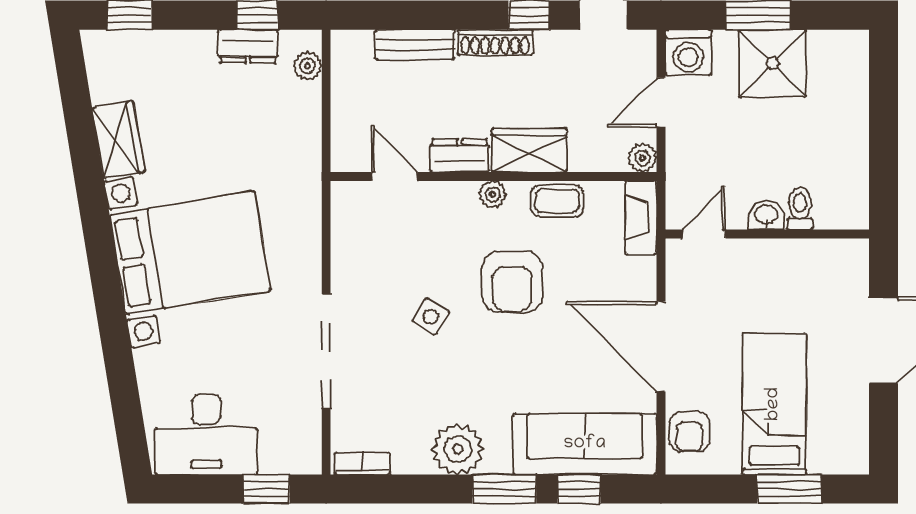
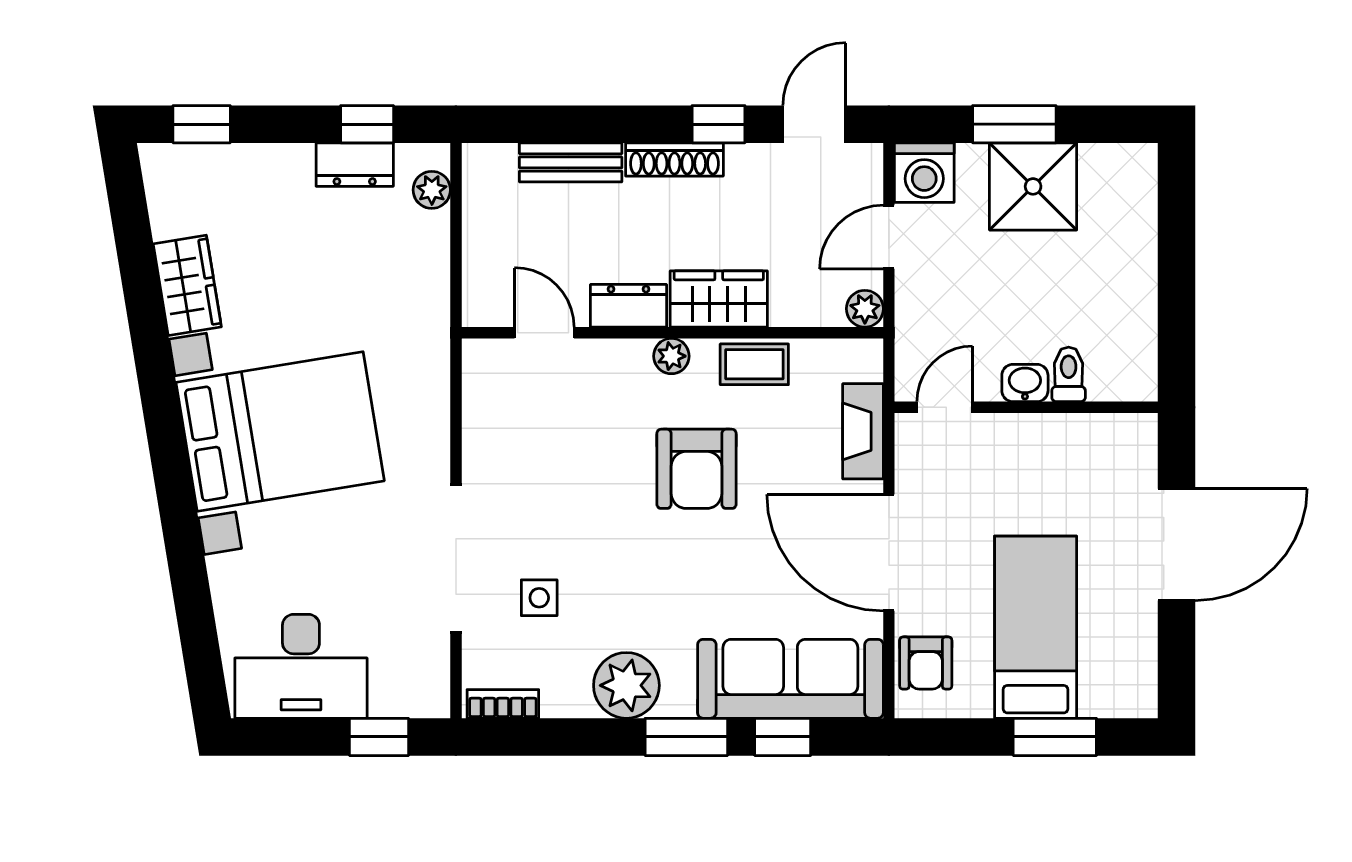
fireplace: (641, 218) -> (863, 431), moved
side table: (431, 317) -> (539, 598), moved, turned -31

